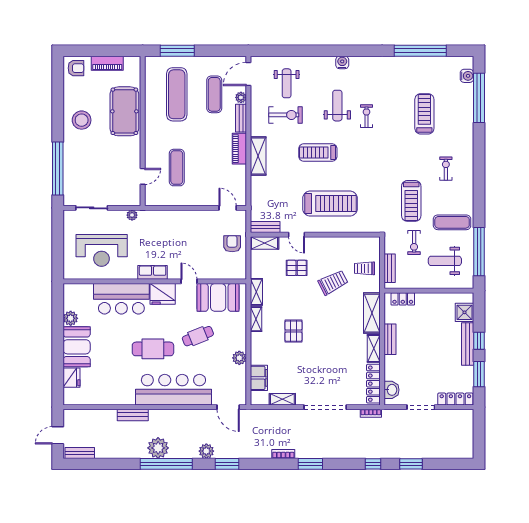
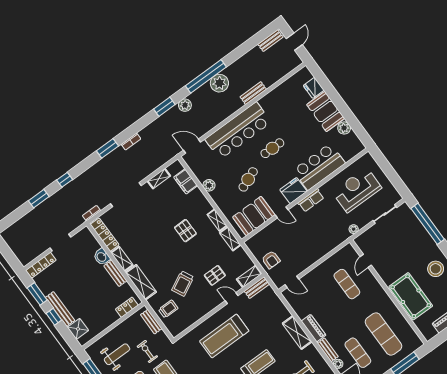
cafe table: (153, 349) -> (272, 148), width x0.73, depth x0.74
washbasin: (392, 390) -> (102, 257), moved

